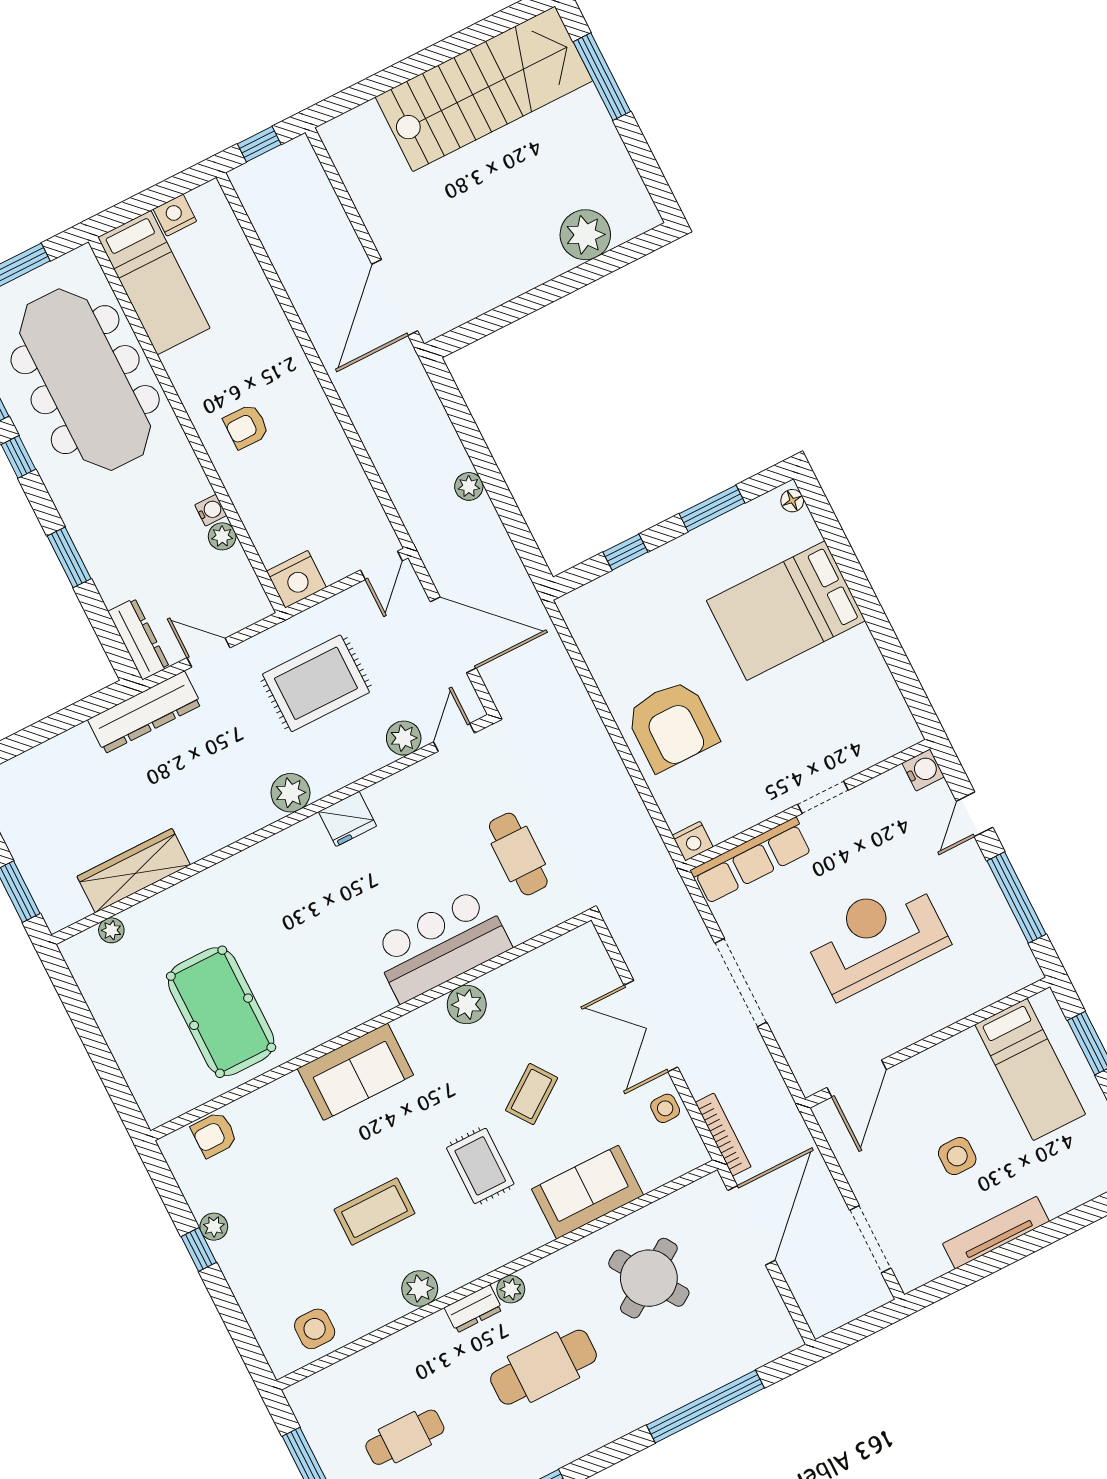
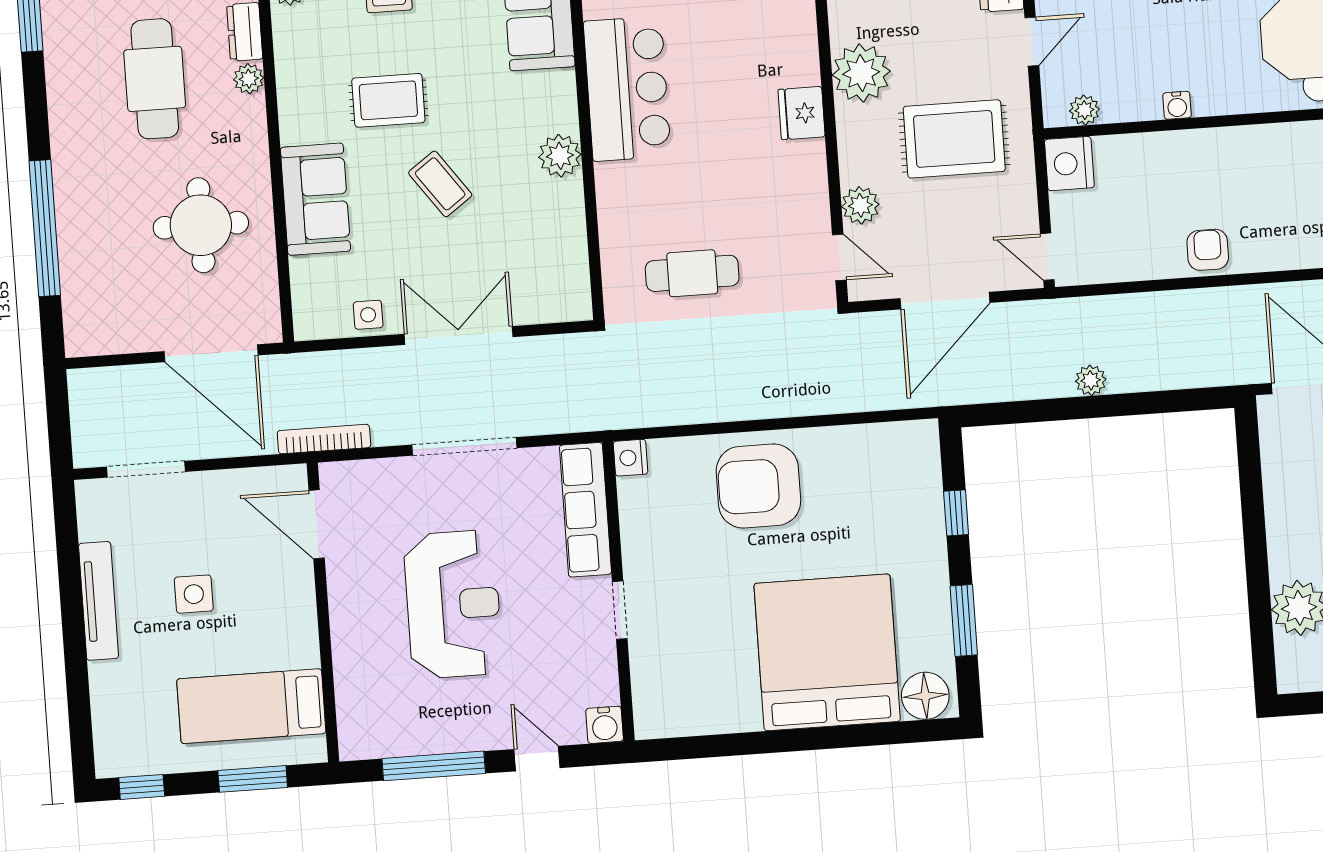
armchair: (246, 426) -> (1208, 250), moved
floor lamp: (792, 501) -> (925, 696), width x1.89, depth x1.89
plant: (222, 536) -> (1084, 110), moved
bed: (786, 611) -> (827, 652), width x1.36
rug: (316, 683) -> (954, 139), turned 90
plant: (290, 793) -> (861, 73), width x1.36, depth x1.36
bar counter: (441, 945) -> (627, 89), moved
bookcase: (723, 1135) -> (324, 439), moved, turned 180
round table: (649, 1278) -> (201, 225), turned 33

